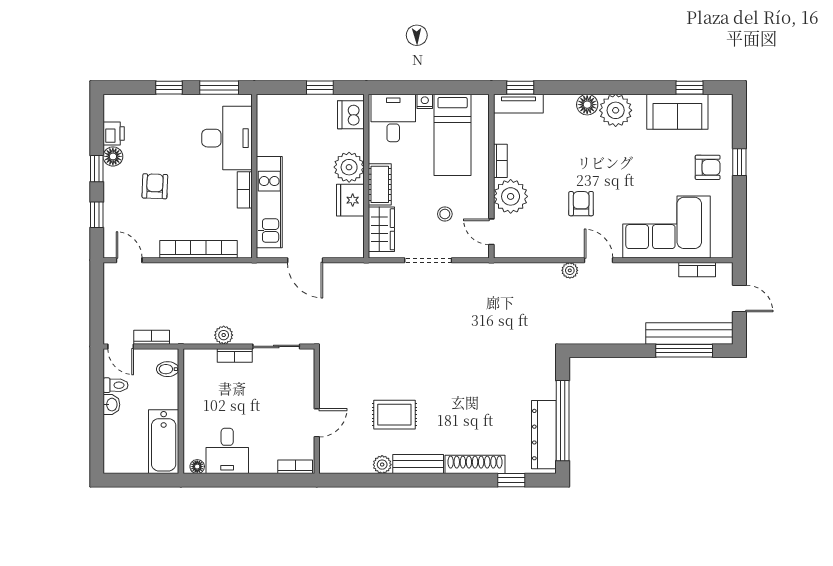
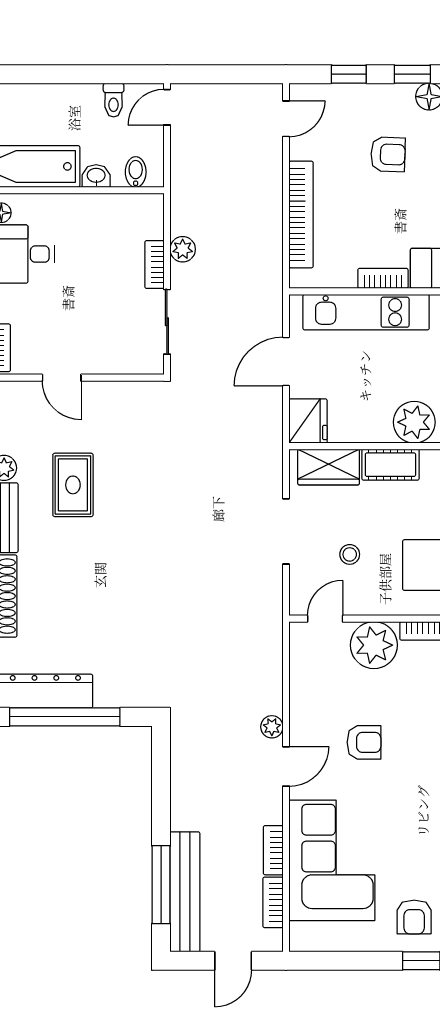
fridge: (350, 200) -> (308, 421), moved, turned 90
bookcase: (152, 337) -> (273, 850), moved, turned 180
washbasin: (111, 405) -> (96, 176), moved, turned 180

